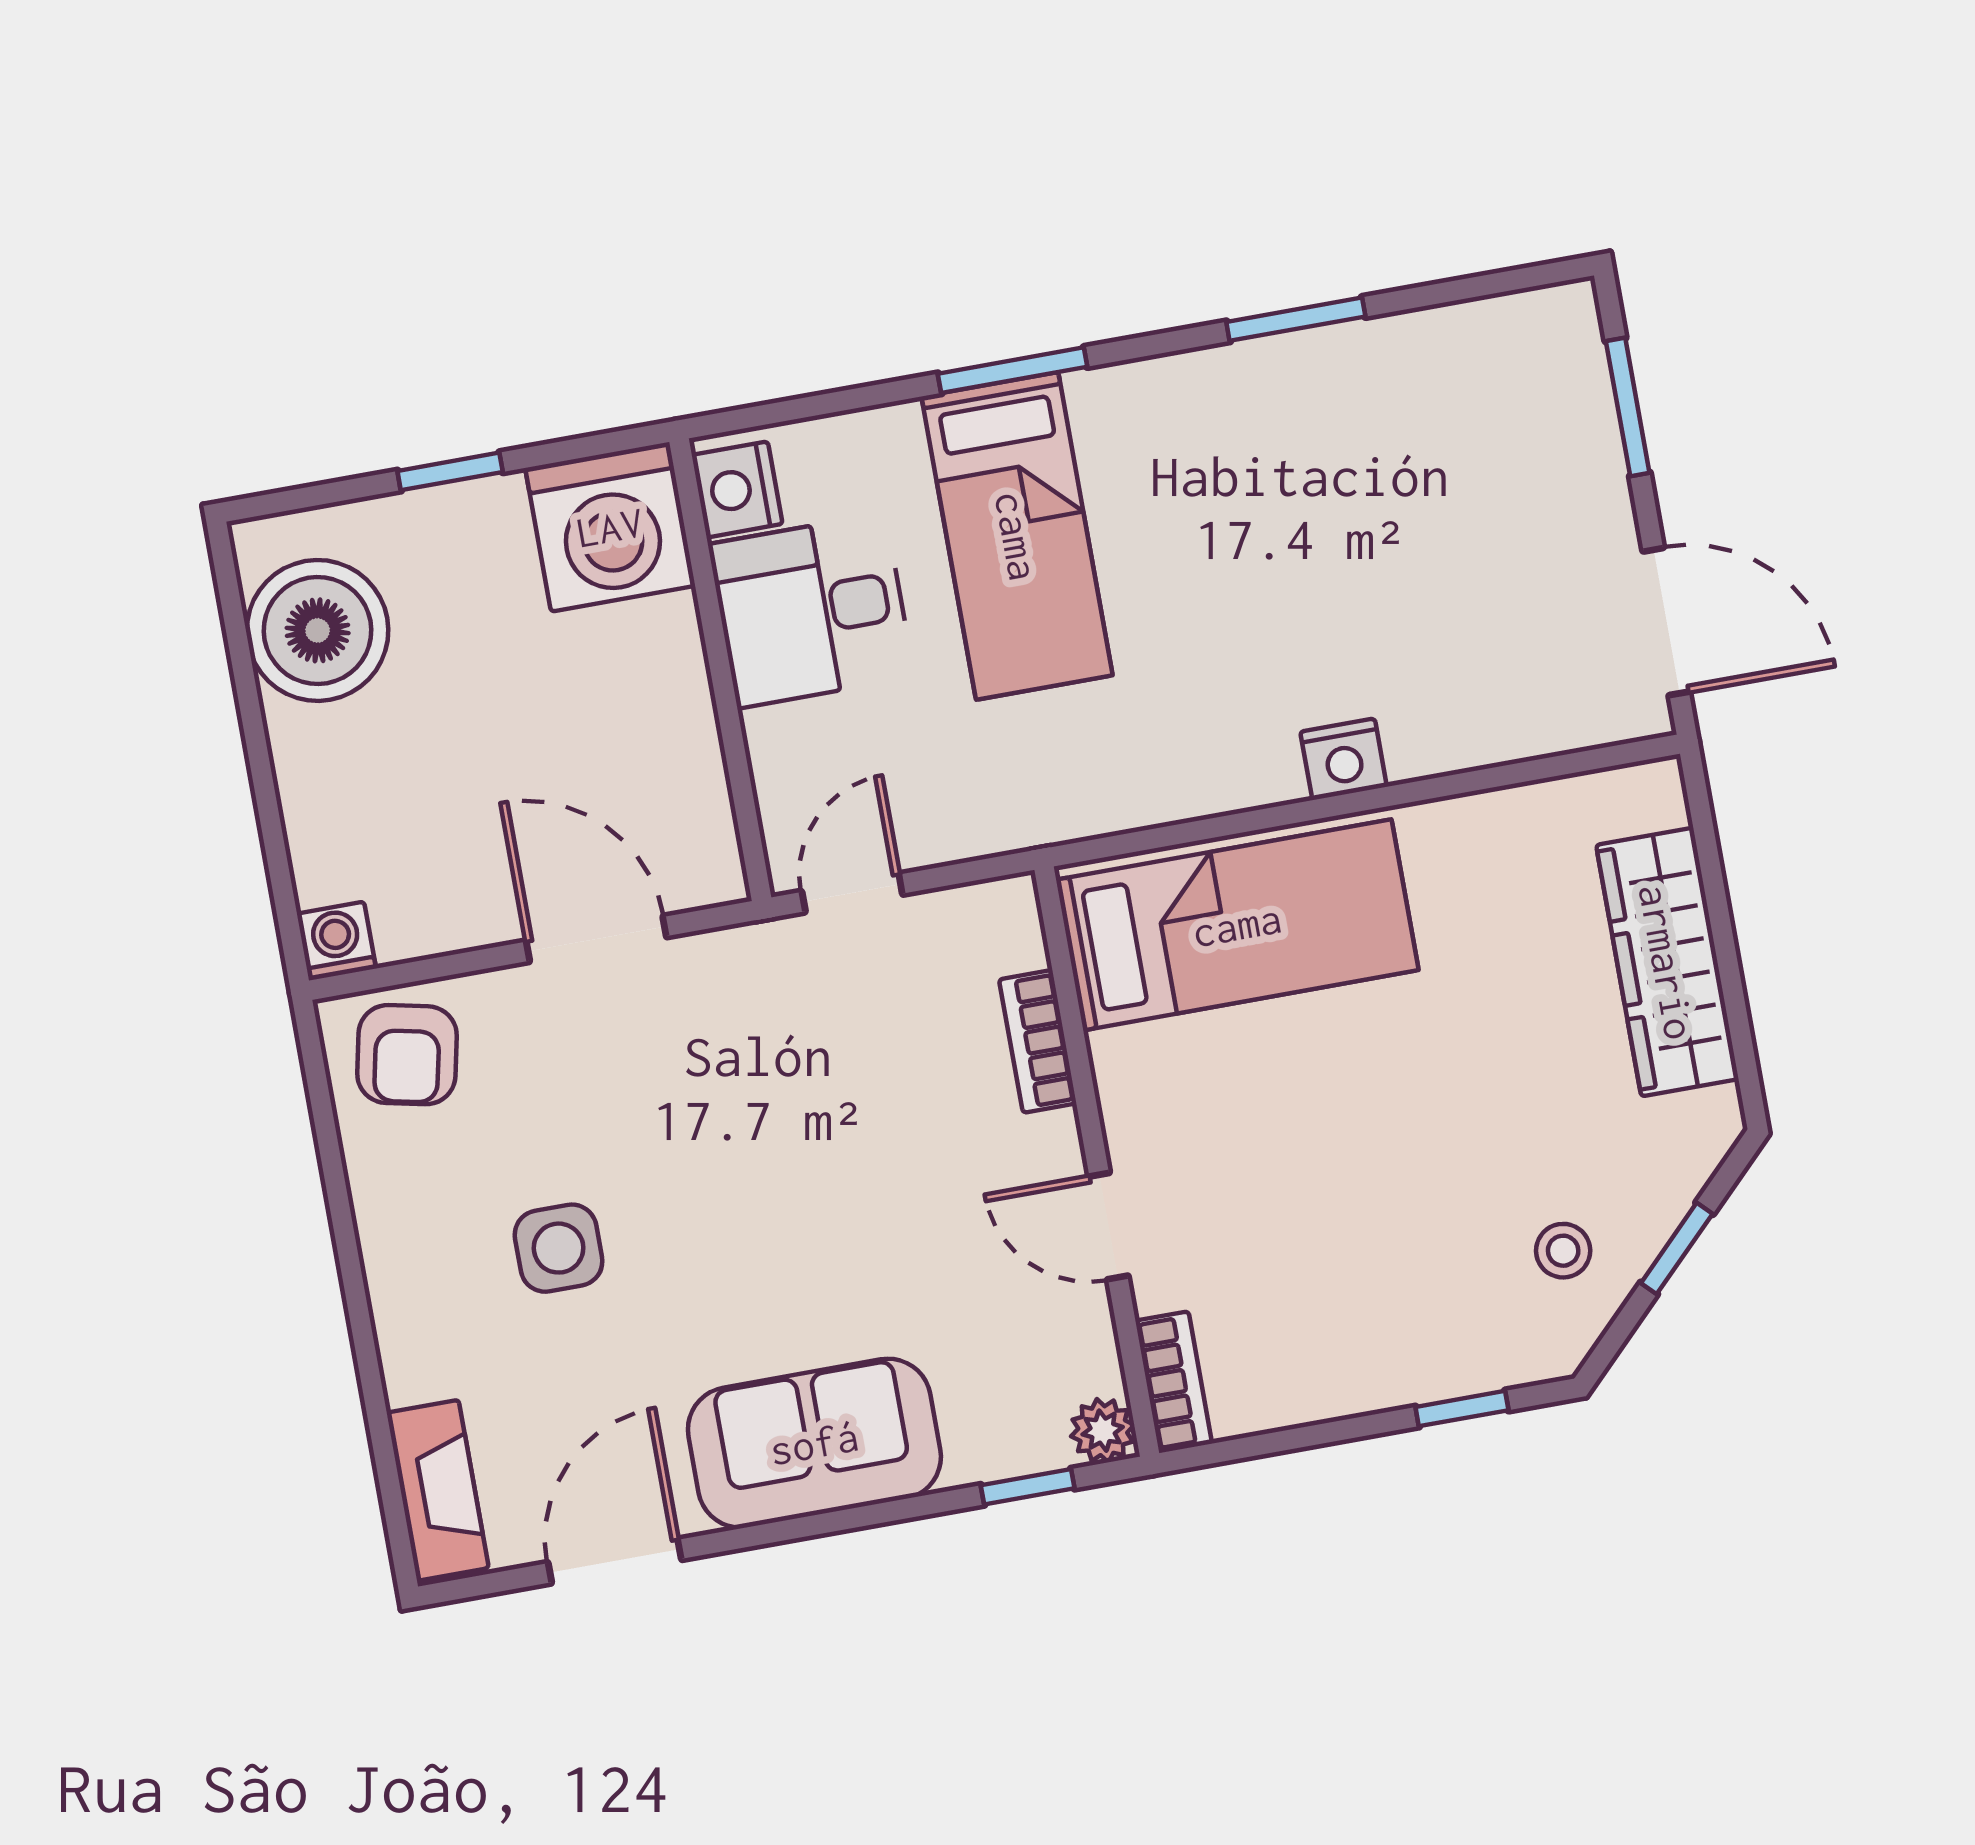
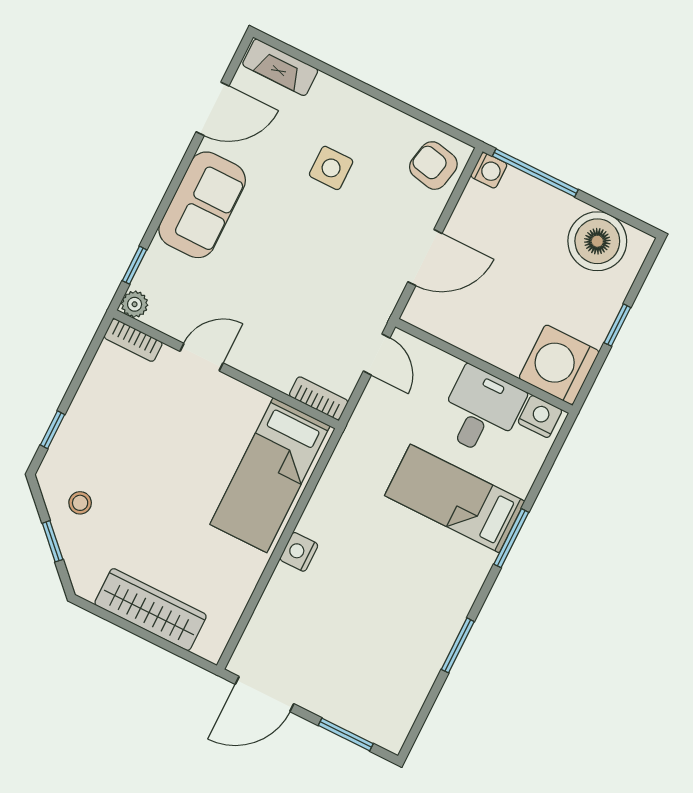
window: (275, 848) -> (535, 173), added
bookcase: (1038, 1041) -> (319, 398), moved
door: (615, 1561) -> (213, 109), hinge flipped

